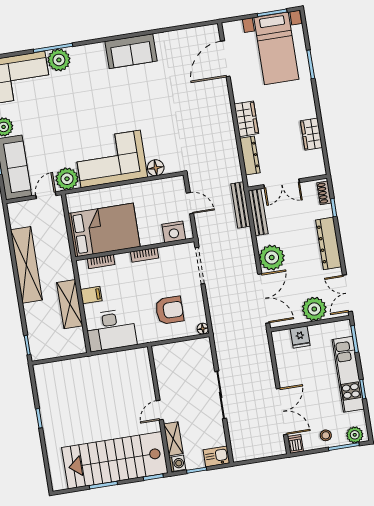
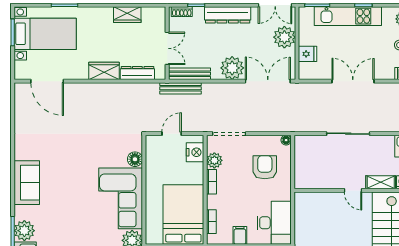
sofa: (131, 51) -> (27, 183), moved
plant: (168, 254) -> (214, 160), added
double door: (282, 411) -> (353, 81), moved

